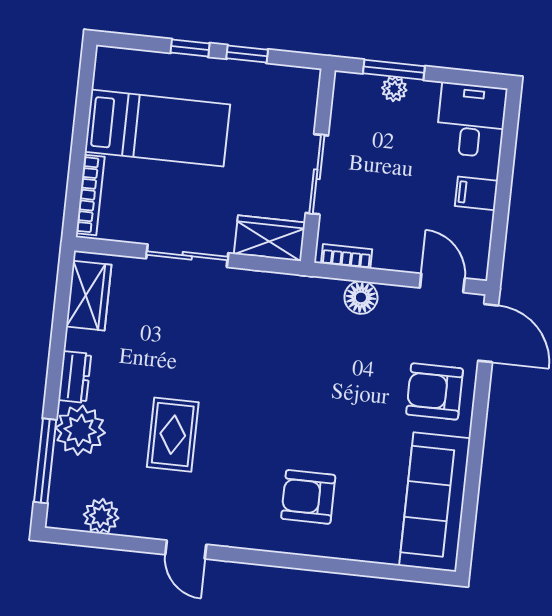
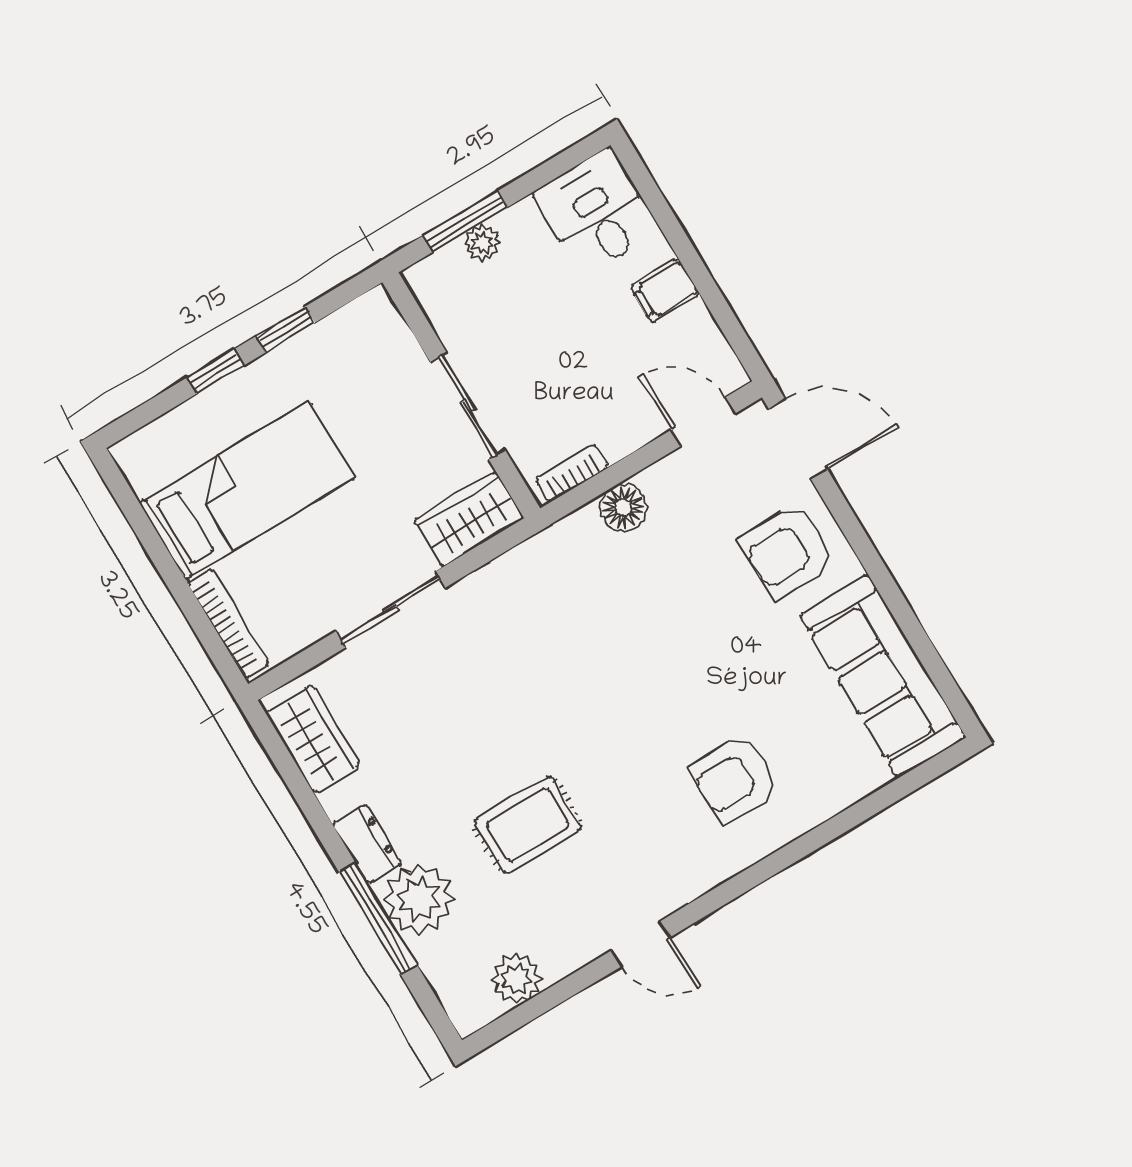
rug: (173, 435) -> (528, 825), turned 90
window: (45, 461) -> (378, 919), moved

